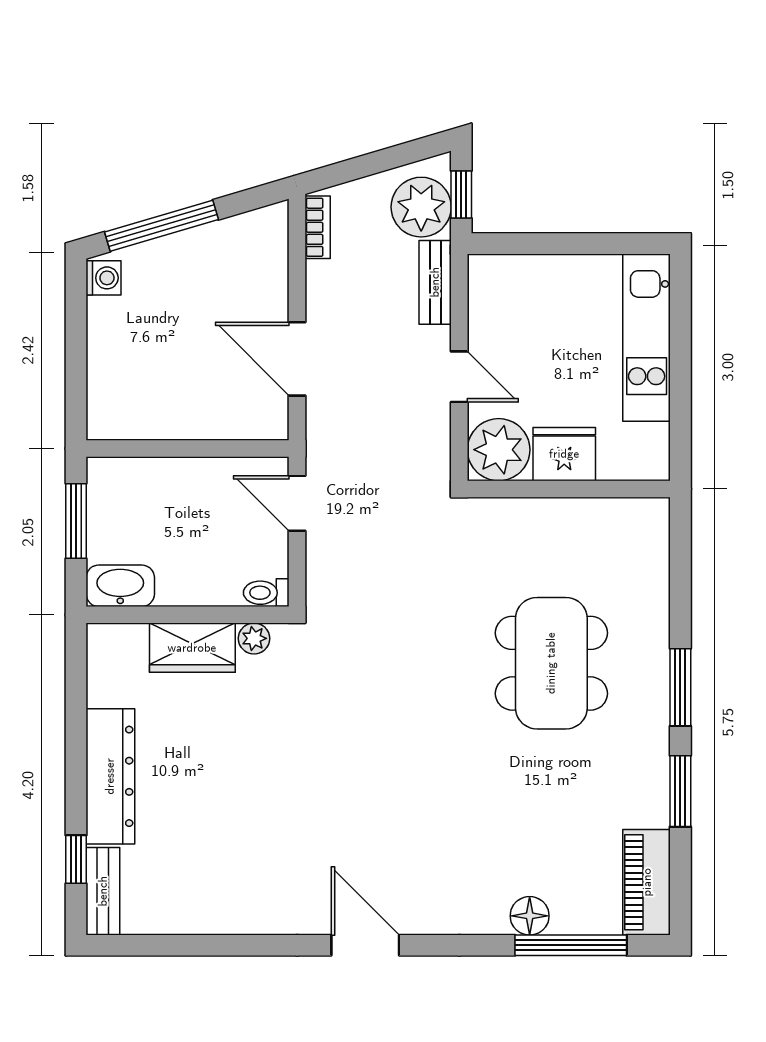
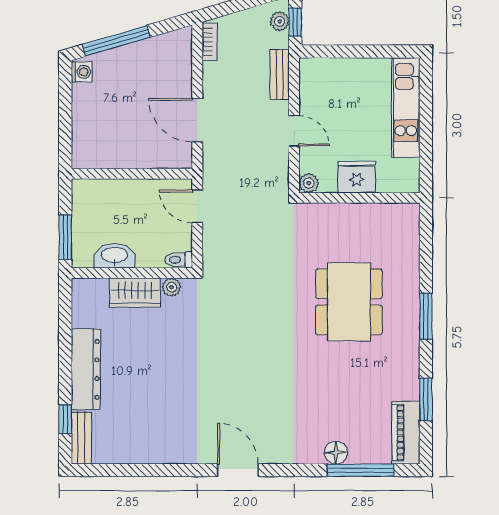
plant: (421, 207) -> (280, 21), width x0.53, depth x0.53
plant: (499, 450) -> (309, 183), width x0.53, depth x0.53
window: (76, 521) -> (65, 237), moved
washbasin: (120, 586) -> (114, 256), moved
window: (680, 791) -> (426, 399), moved

